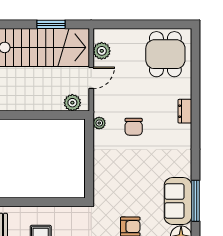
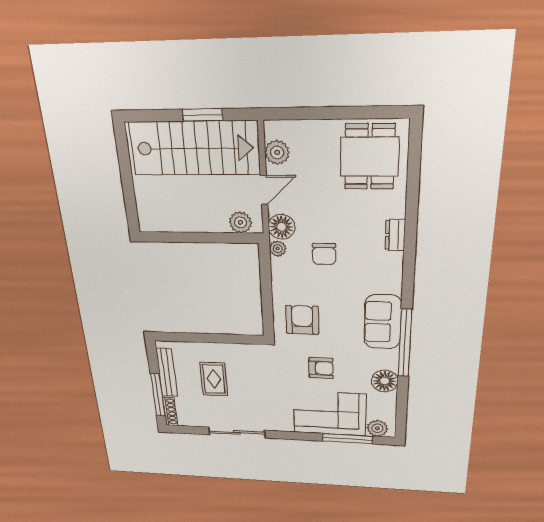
floor lamp: (103, 106) -> (282, 227), added
armchair: (116, 183) -> (302, 320), added
sofa: (178, 201) -> (383, 322), moved
window: (195, 201) -> (405, 343), width x1.46

